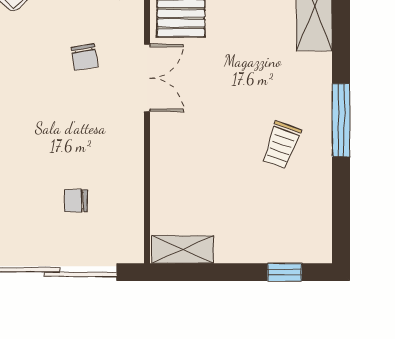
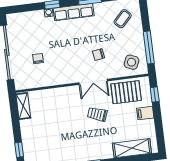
trolley: (281, 145) -> (97, 114), moved

